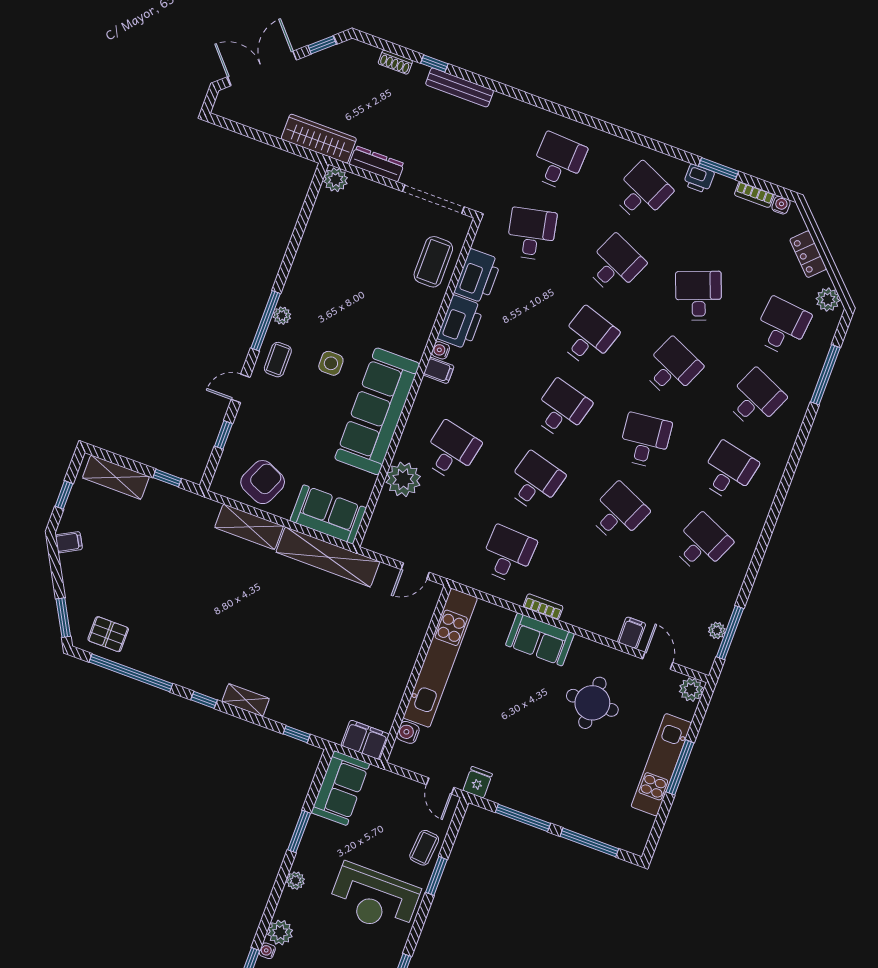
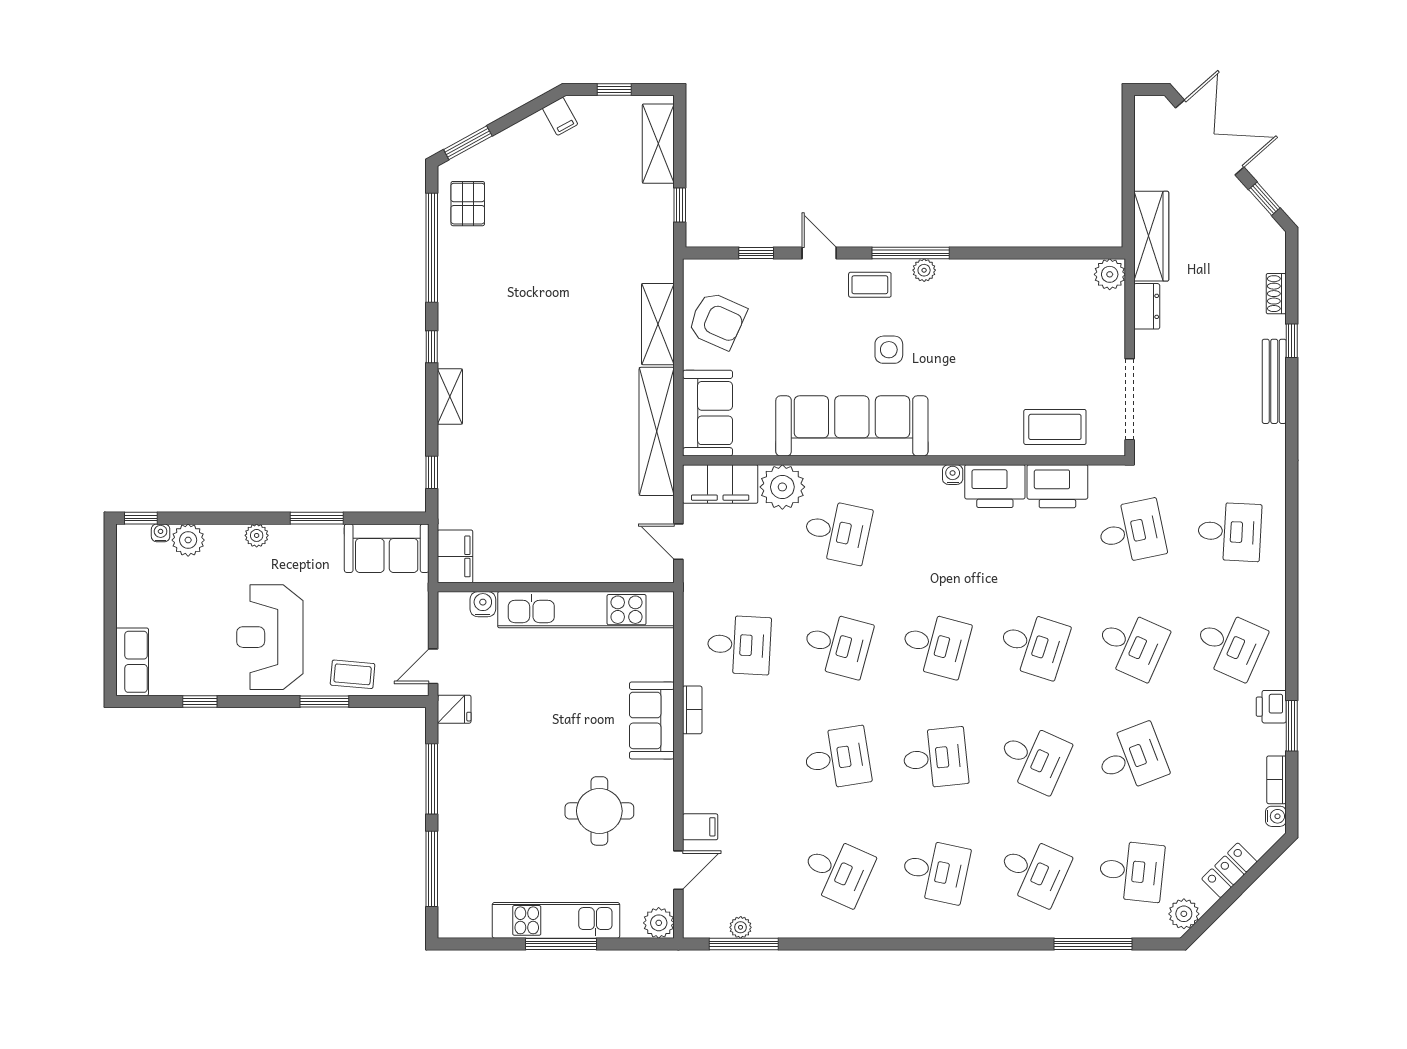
dresser: (377, 164) -> (1147, 306), width x0.70
filing cabinet: (439, 370) -> (720, 484), moved, width x3.00, depth x1.17
desk: (618, 513) -> (837, 758), turned -33

